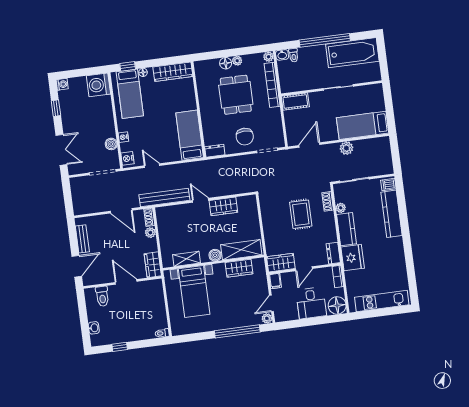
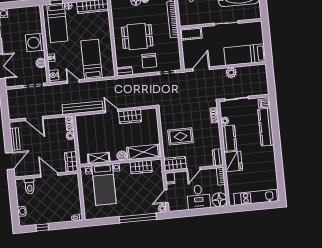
washing machine: (98, 85) -> (35, 43), moved
dining table: (236, 95) -> (137, 36), moved, turned 90
bed: (190, 135) -> (91, 59), moved
door: (121, 211) -> (34, 119), moved
rug: (301, 214) -> (180, 136), moved, turned 90

